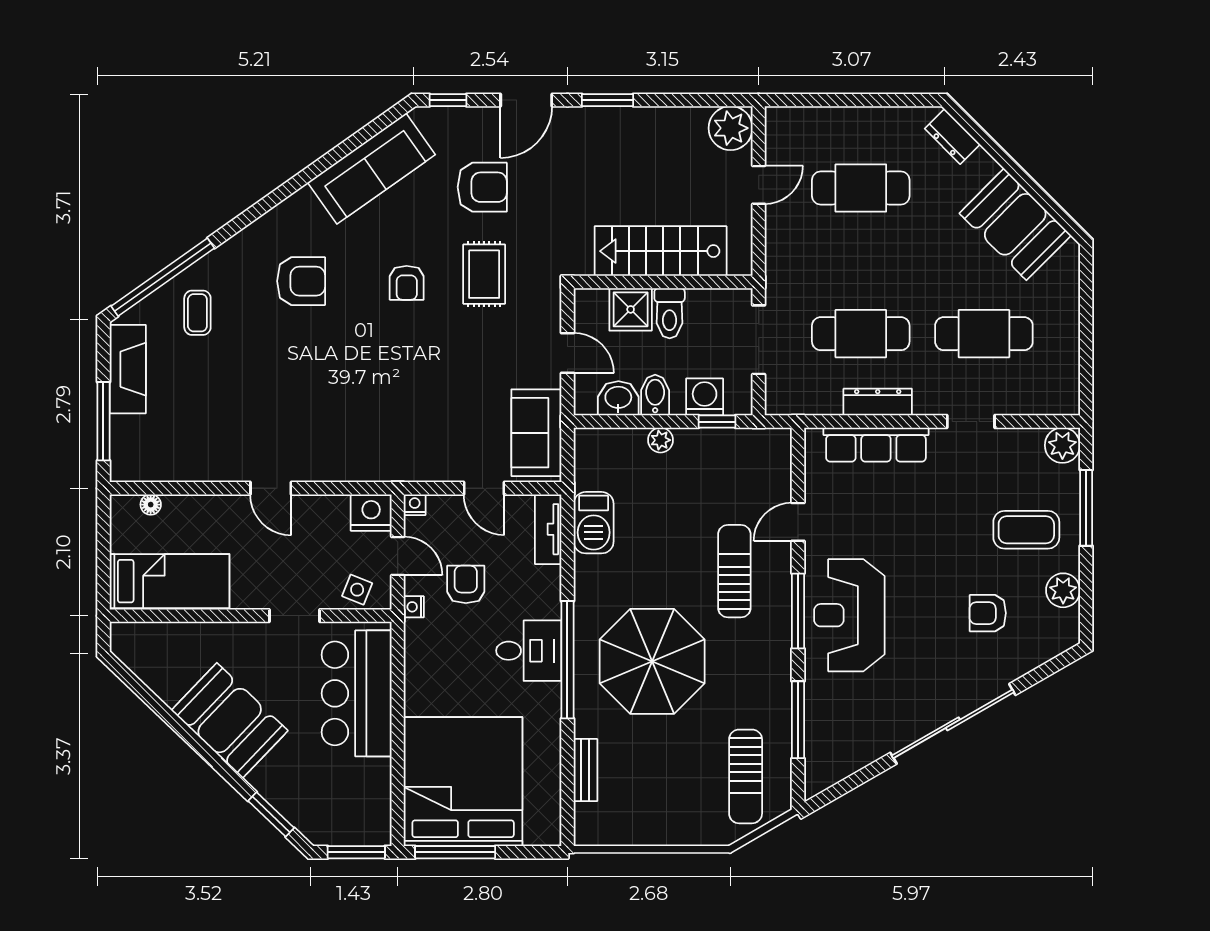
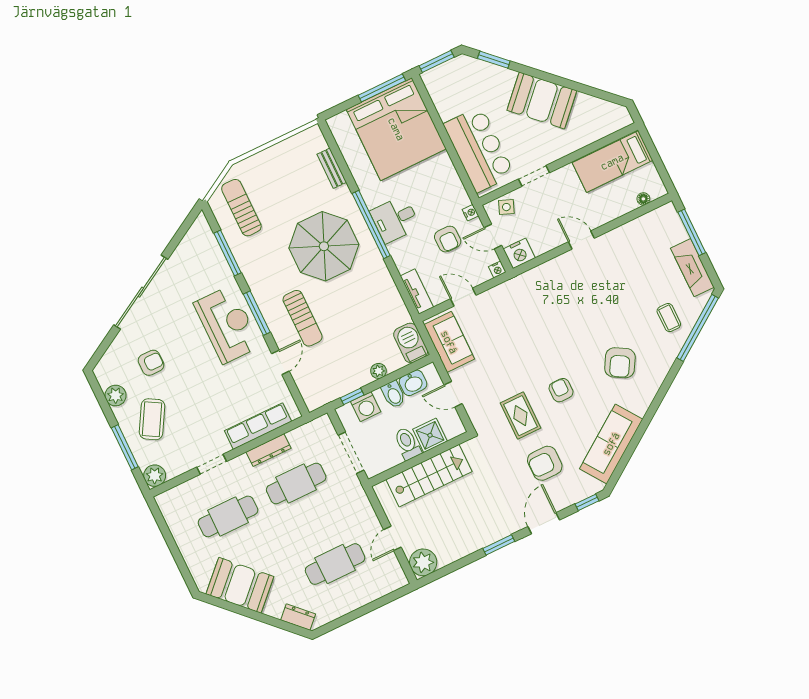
armchair: (301, 281) -> (620, 363), turned -60
barbecue: (594, 523) -> (411, 343), moved
coffee table: (1026, 530) -> (152, 419), turned -60

